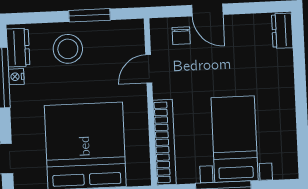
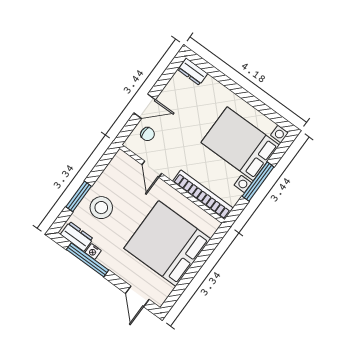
window: (89, 15) -> (79, 196), moved
bed with nightstands: (235, 139) -> (240, 144), width x1.36

